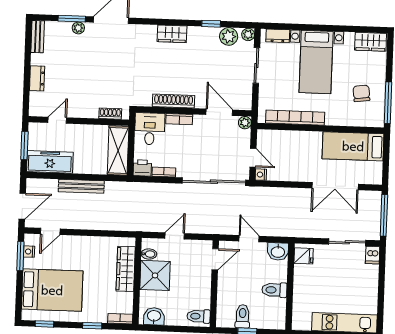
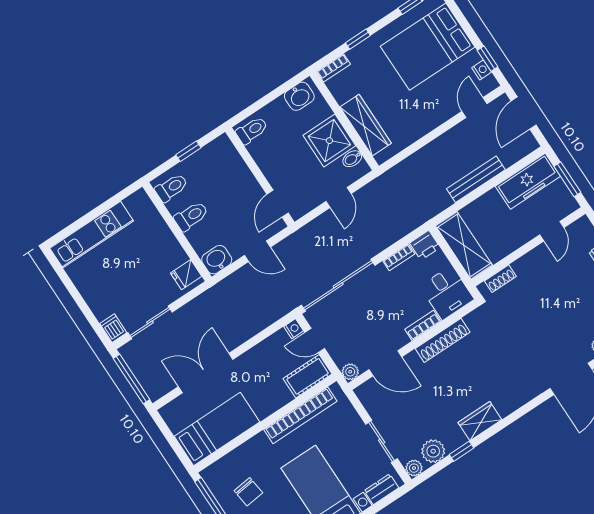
wardrobe: (172, 34) -> (480, 421), moved
cot: (273, 139) -> (308, 376), added
window: (20, 256) -> (488, 59), width x0.67
toilet: (243, 316) -> (171, 188), moved, turned -90

